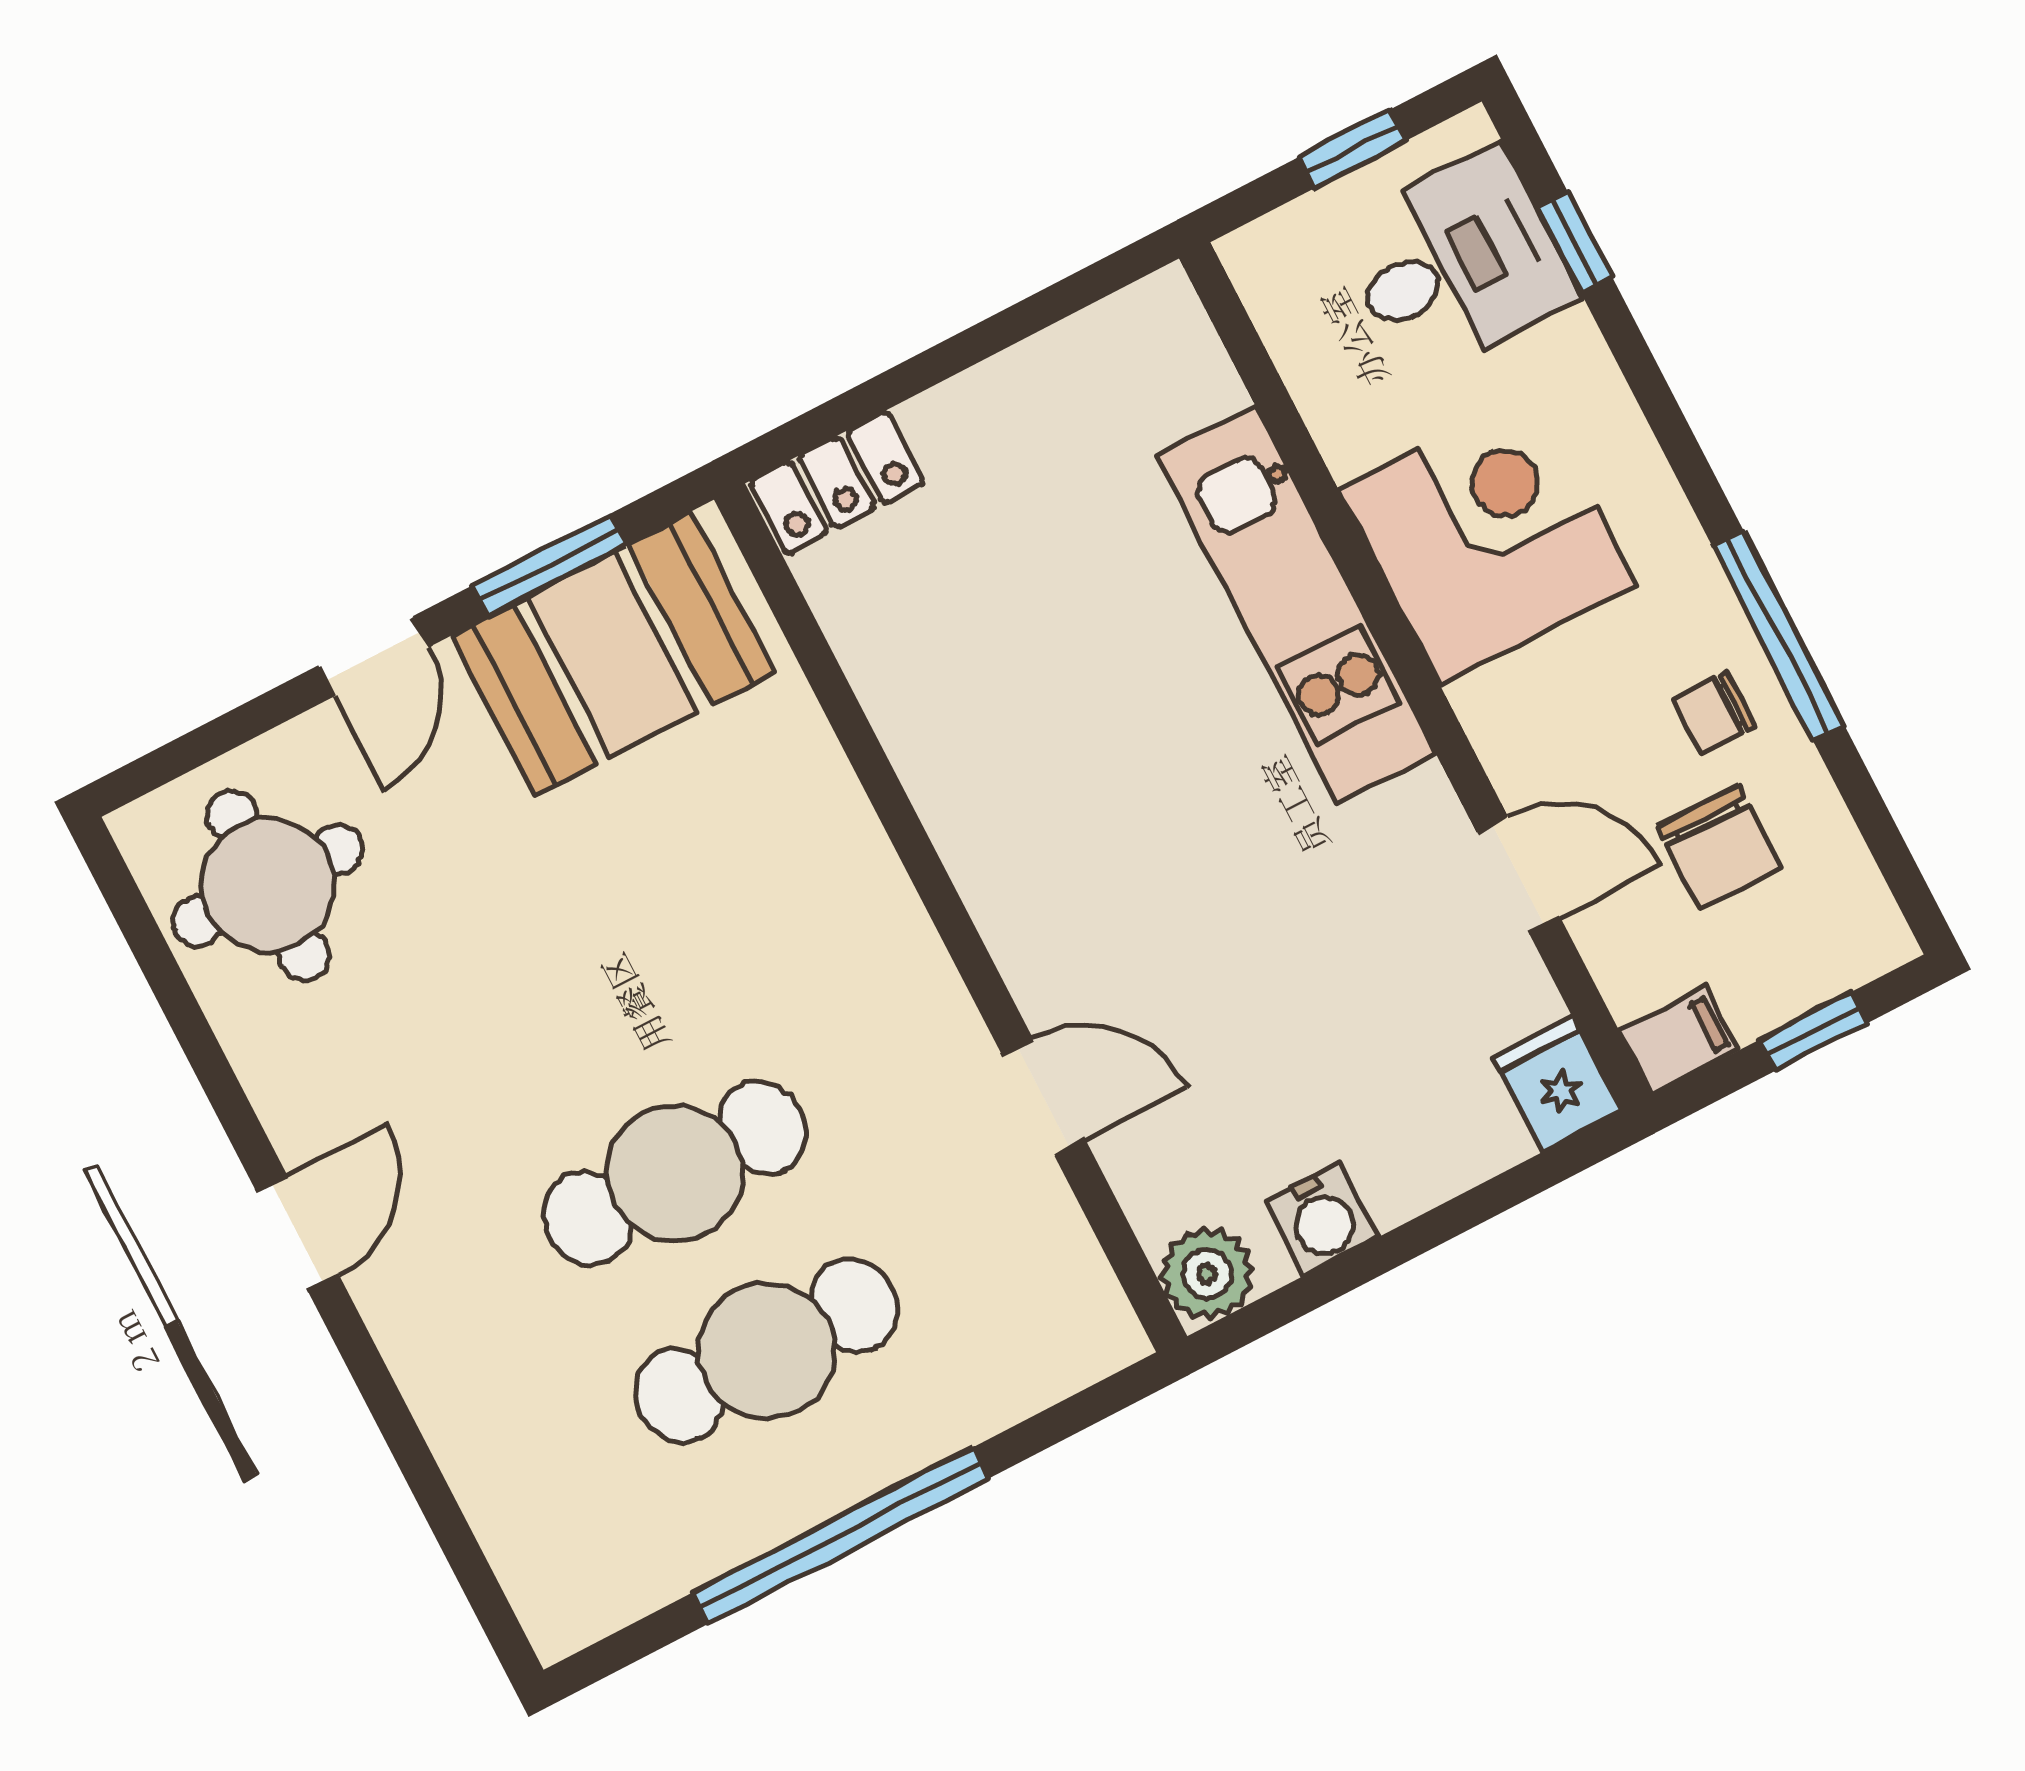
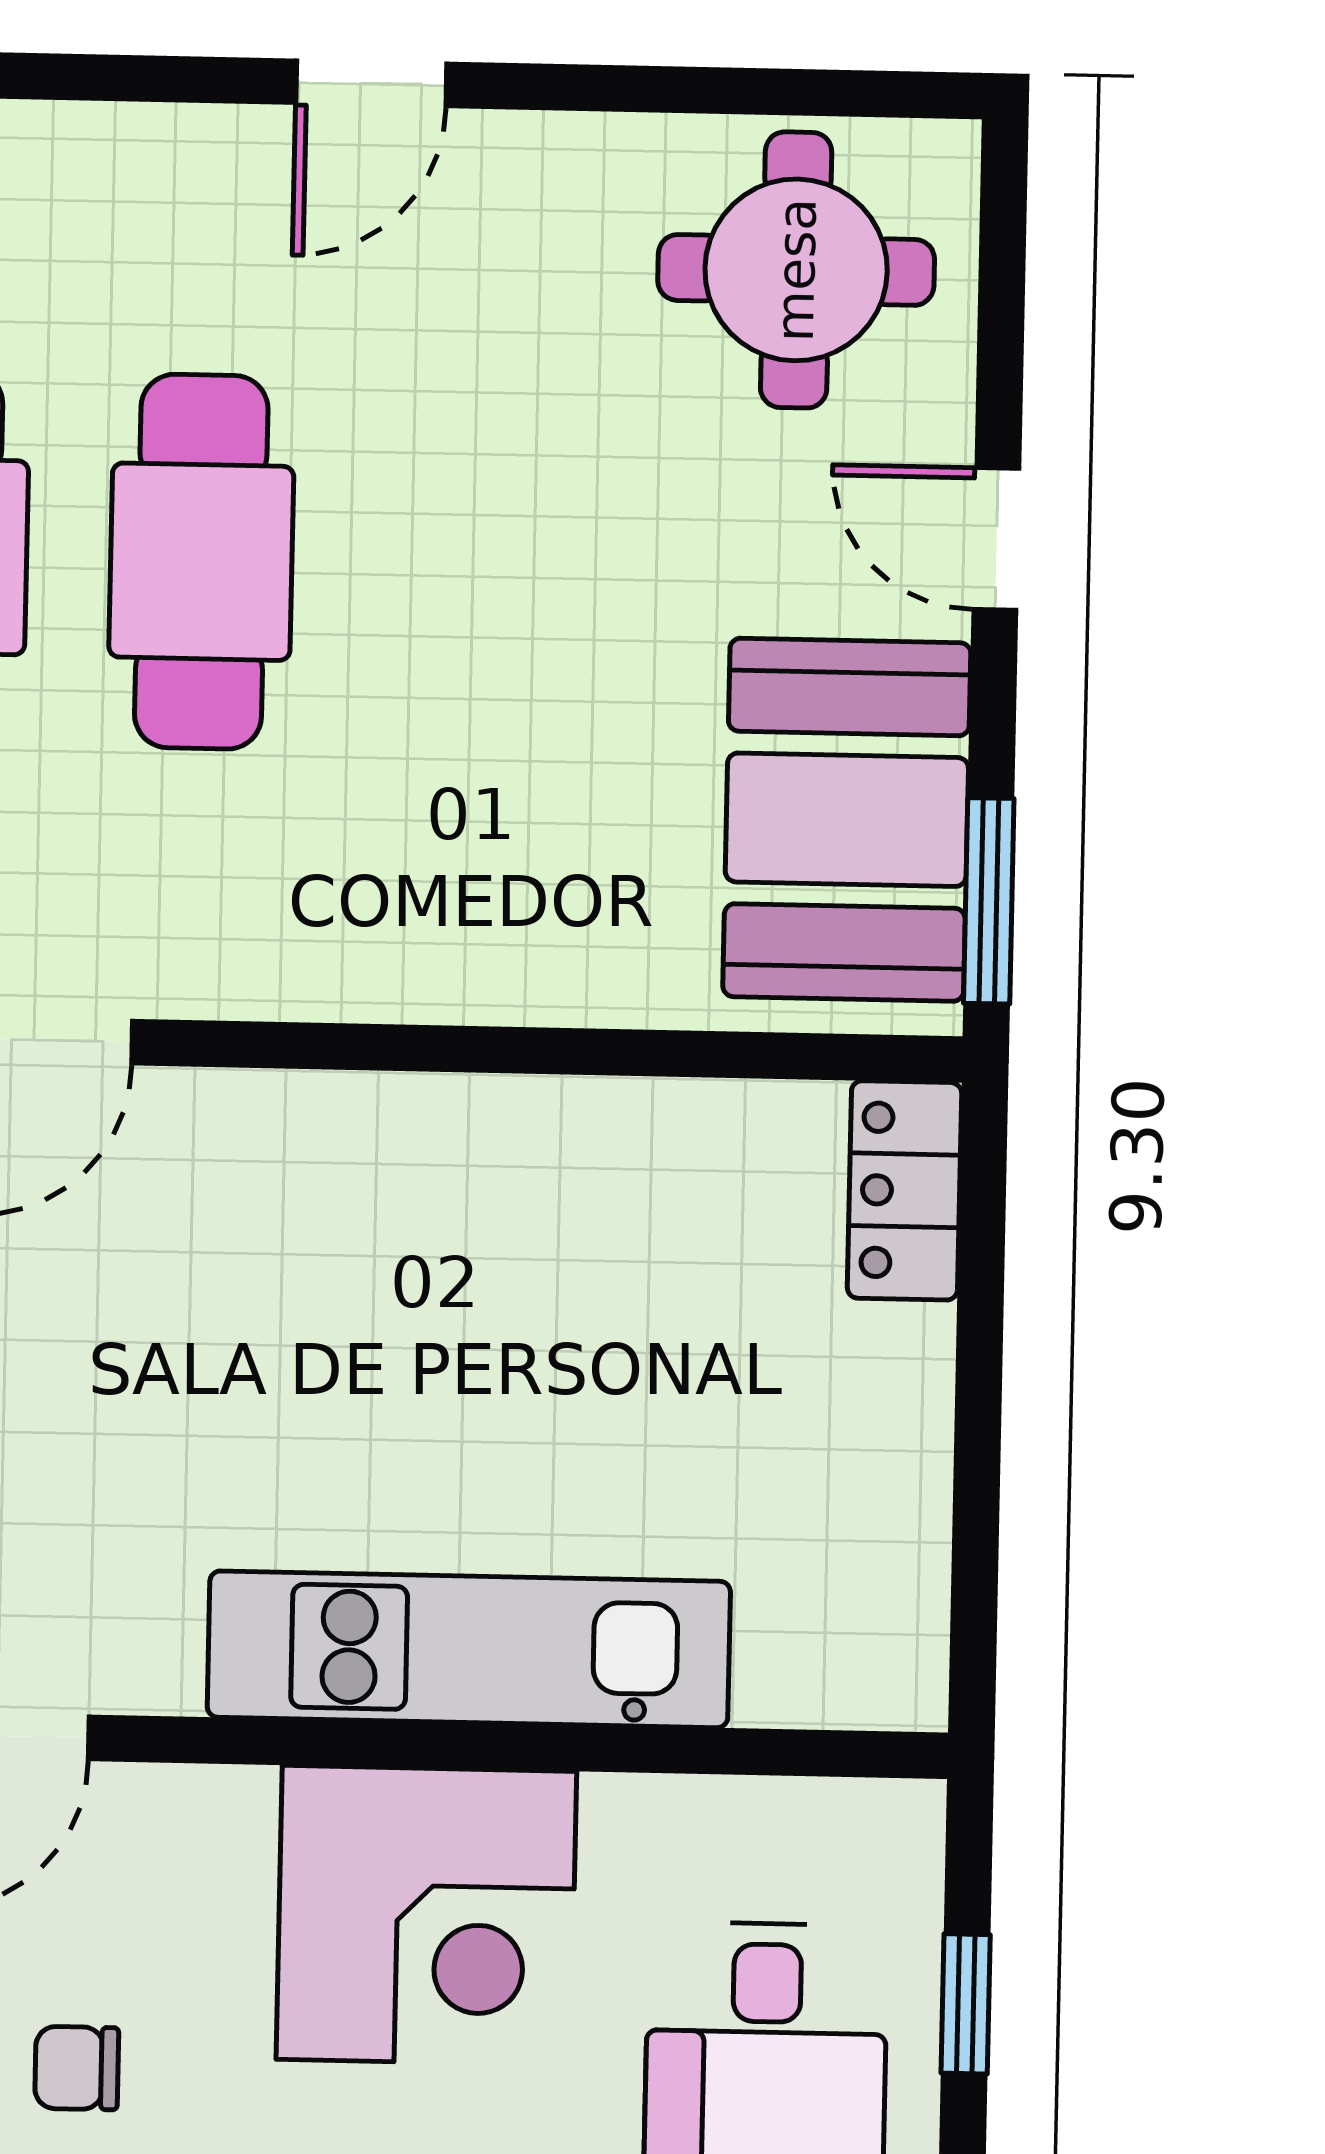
window: (549, 565) -> (989, 901), moved
chair: (1715, 713) -> (77, 2068), turned -90
door: (298, 1233) -> (371, 83), hinge flipped

